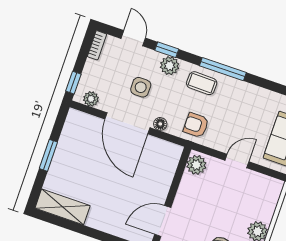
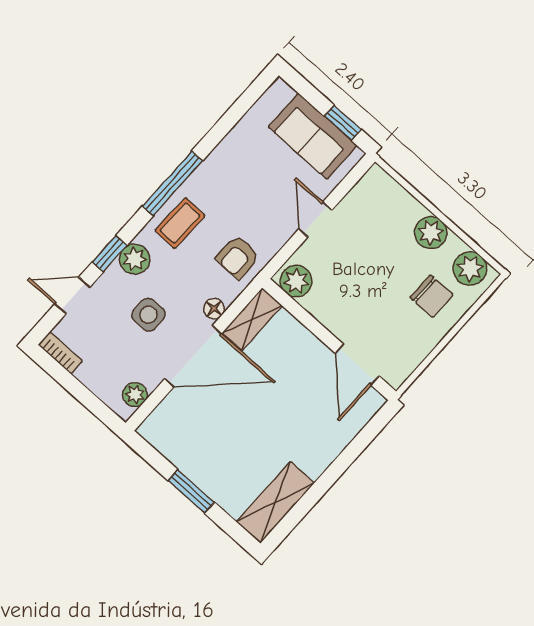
window: (73, 83) -> (100, 410), removed
shelving: (163, 149) -> (252, 319), added

